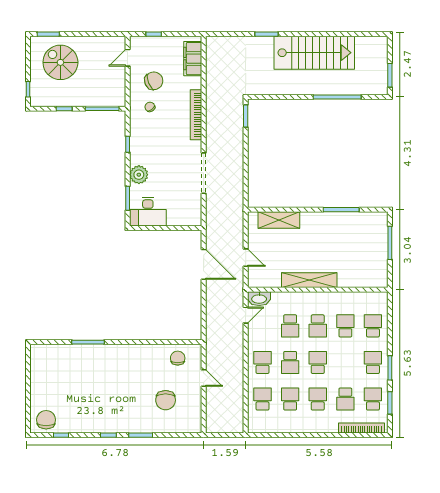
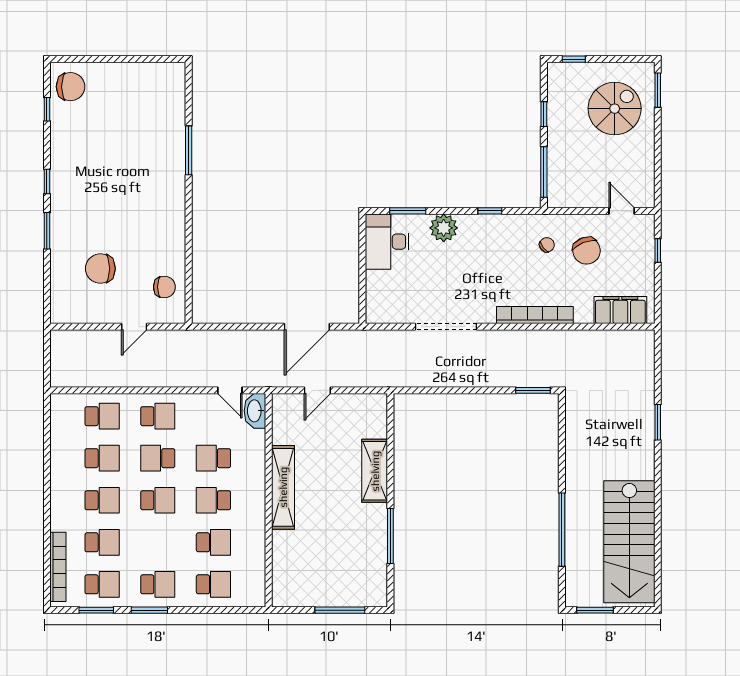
stairs: (314, 53) -> (629, 542), moved
shelving: (279, 220) -> (375, 471), moved
school desk: (345, 399) -> (102, 542), turned 180

